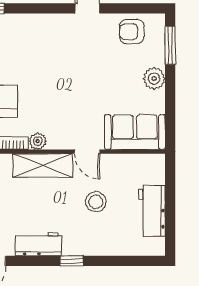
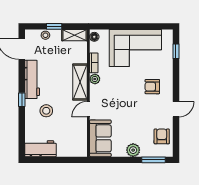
armchair: (50, 47) -> (152, 87), added
stool: (96, 202) -> (46, 111), moved
workbench: (152, 211) -> (40, 149), moved
workbench: (39, 244) -> (32, 79), width x1.38

